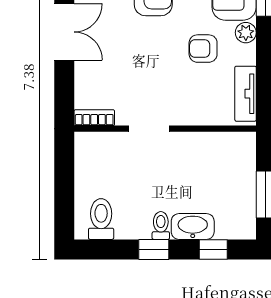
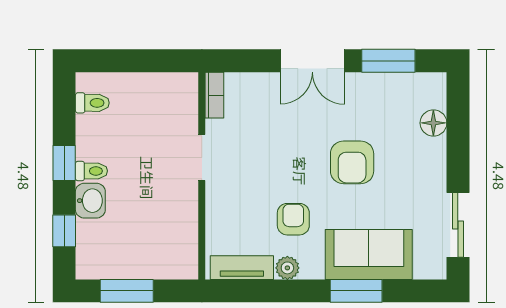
plant: (246, 33) -> (287, 268), moved
toilet: (101, 219) -> (92, 103), width x0.73, depth x0.72
washbasin: (193, 226) -> (90, 201), width x0.72

